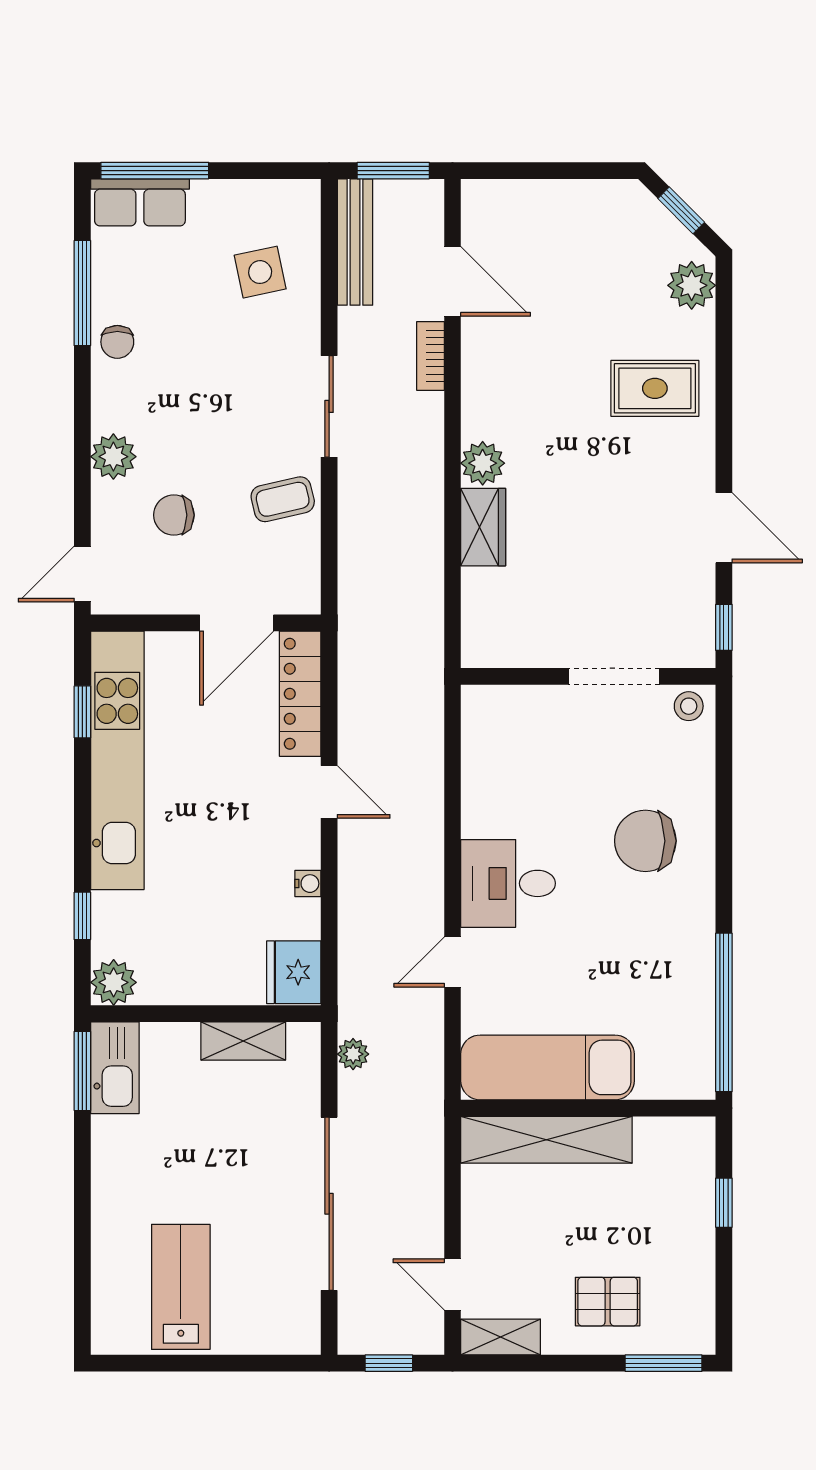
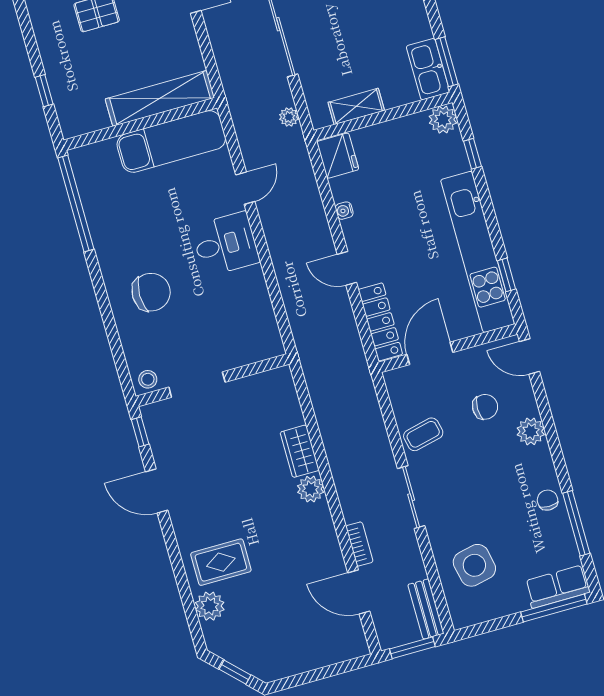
bench: (355, 242) -> (426, 609), width x0.73
side table: (260, 272) -> (474, 565), width x1.37, depth x1.37
plant: (692, 285) -> (210, 606), moved
door: (82, 574) -> (530, 357), swing flipped

